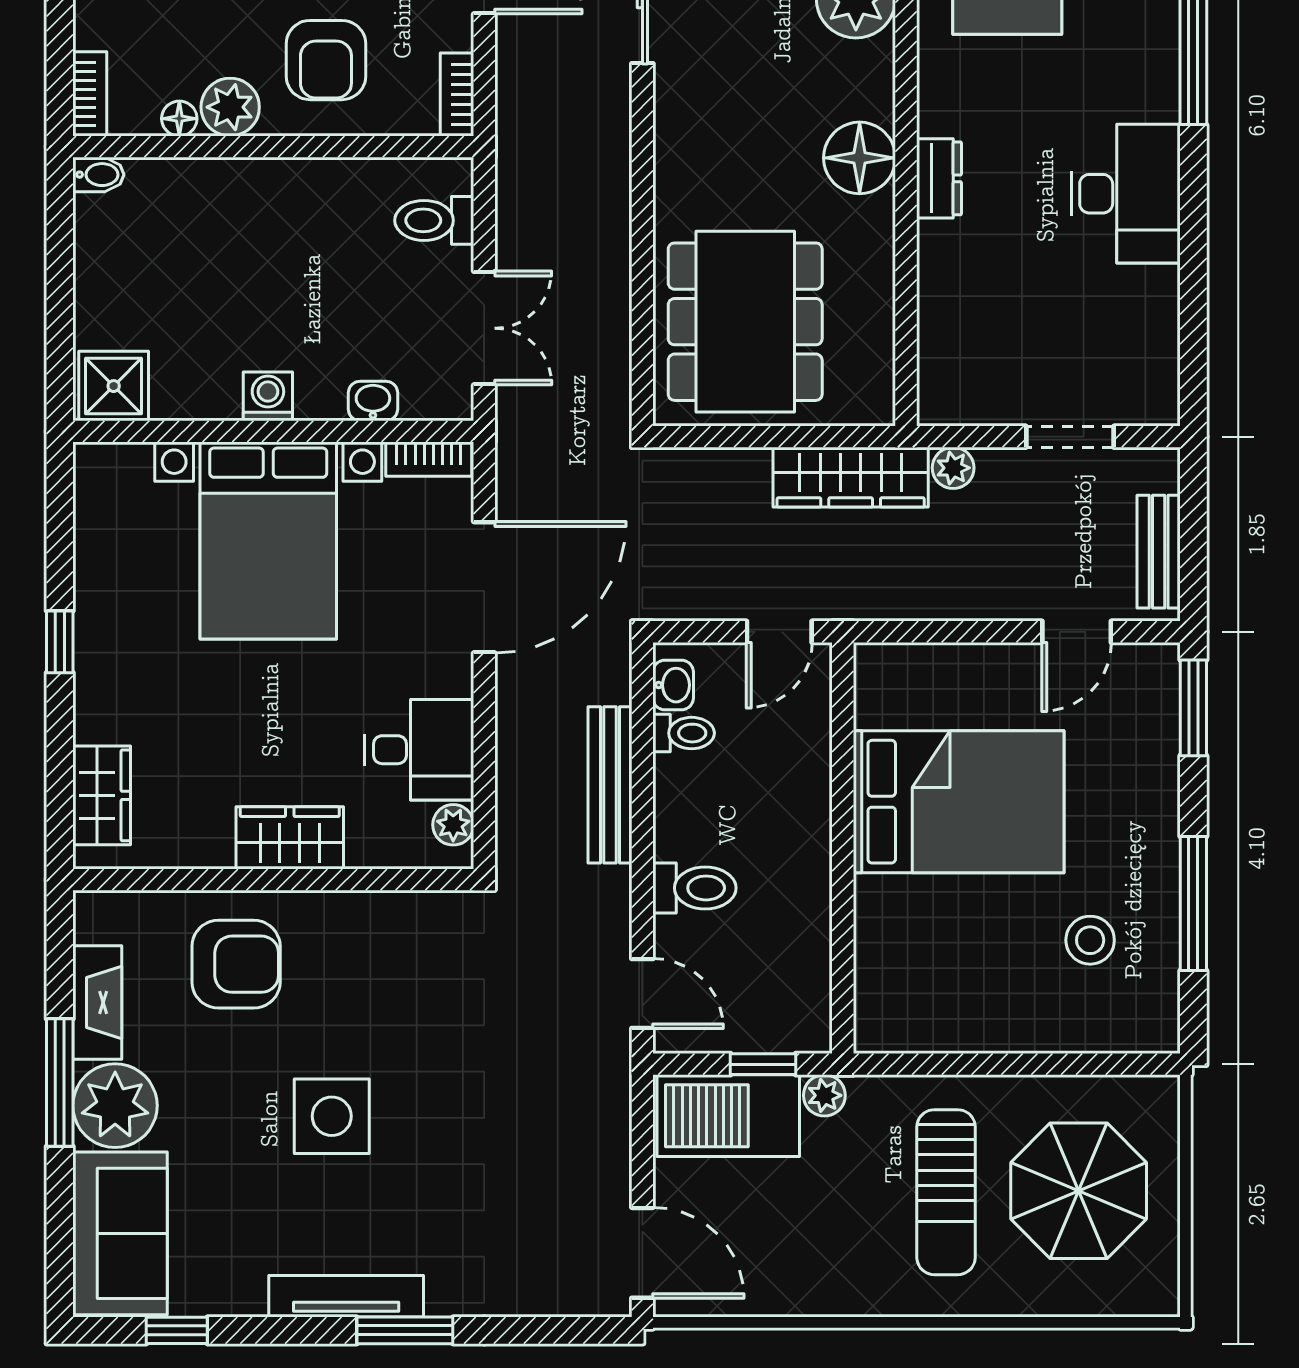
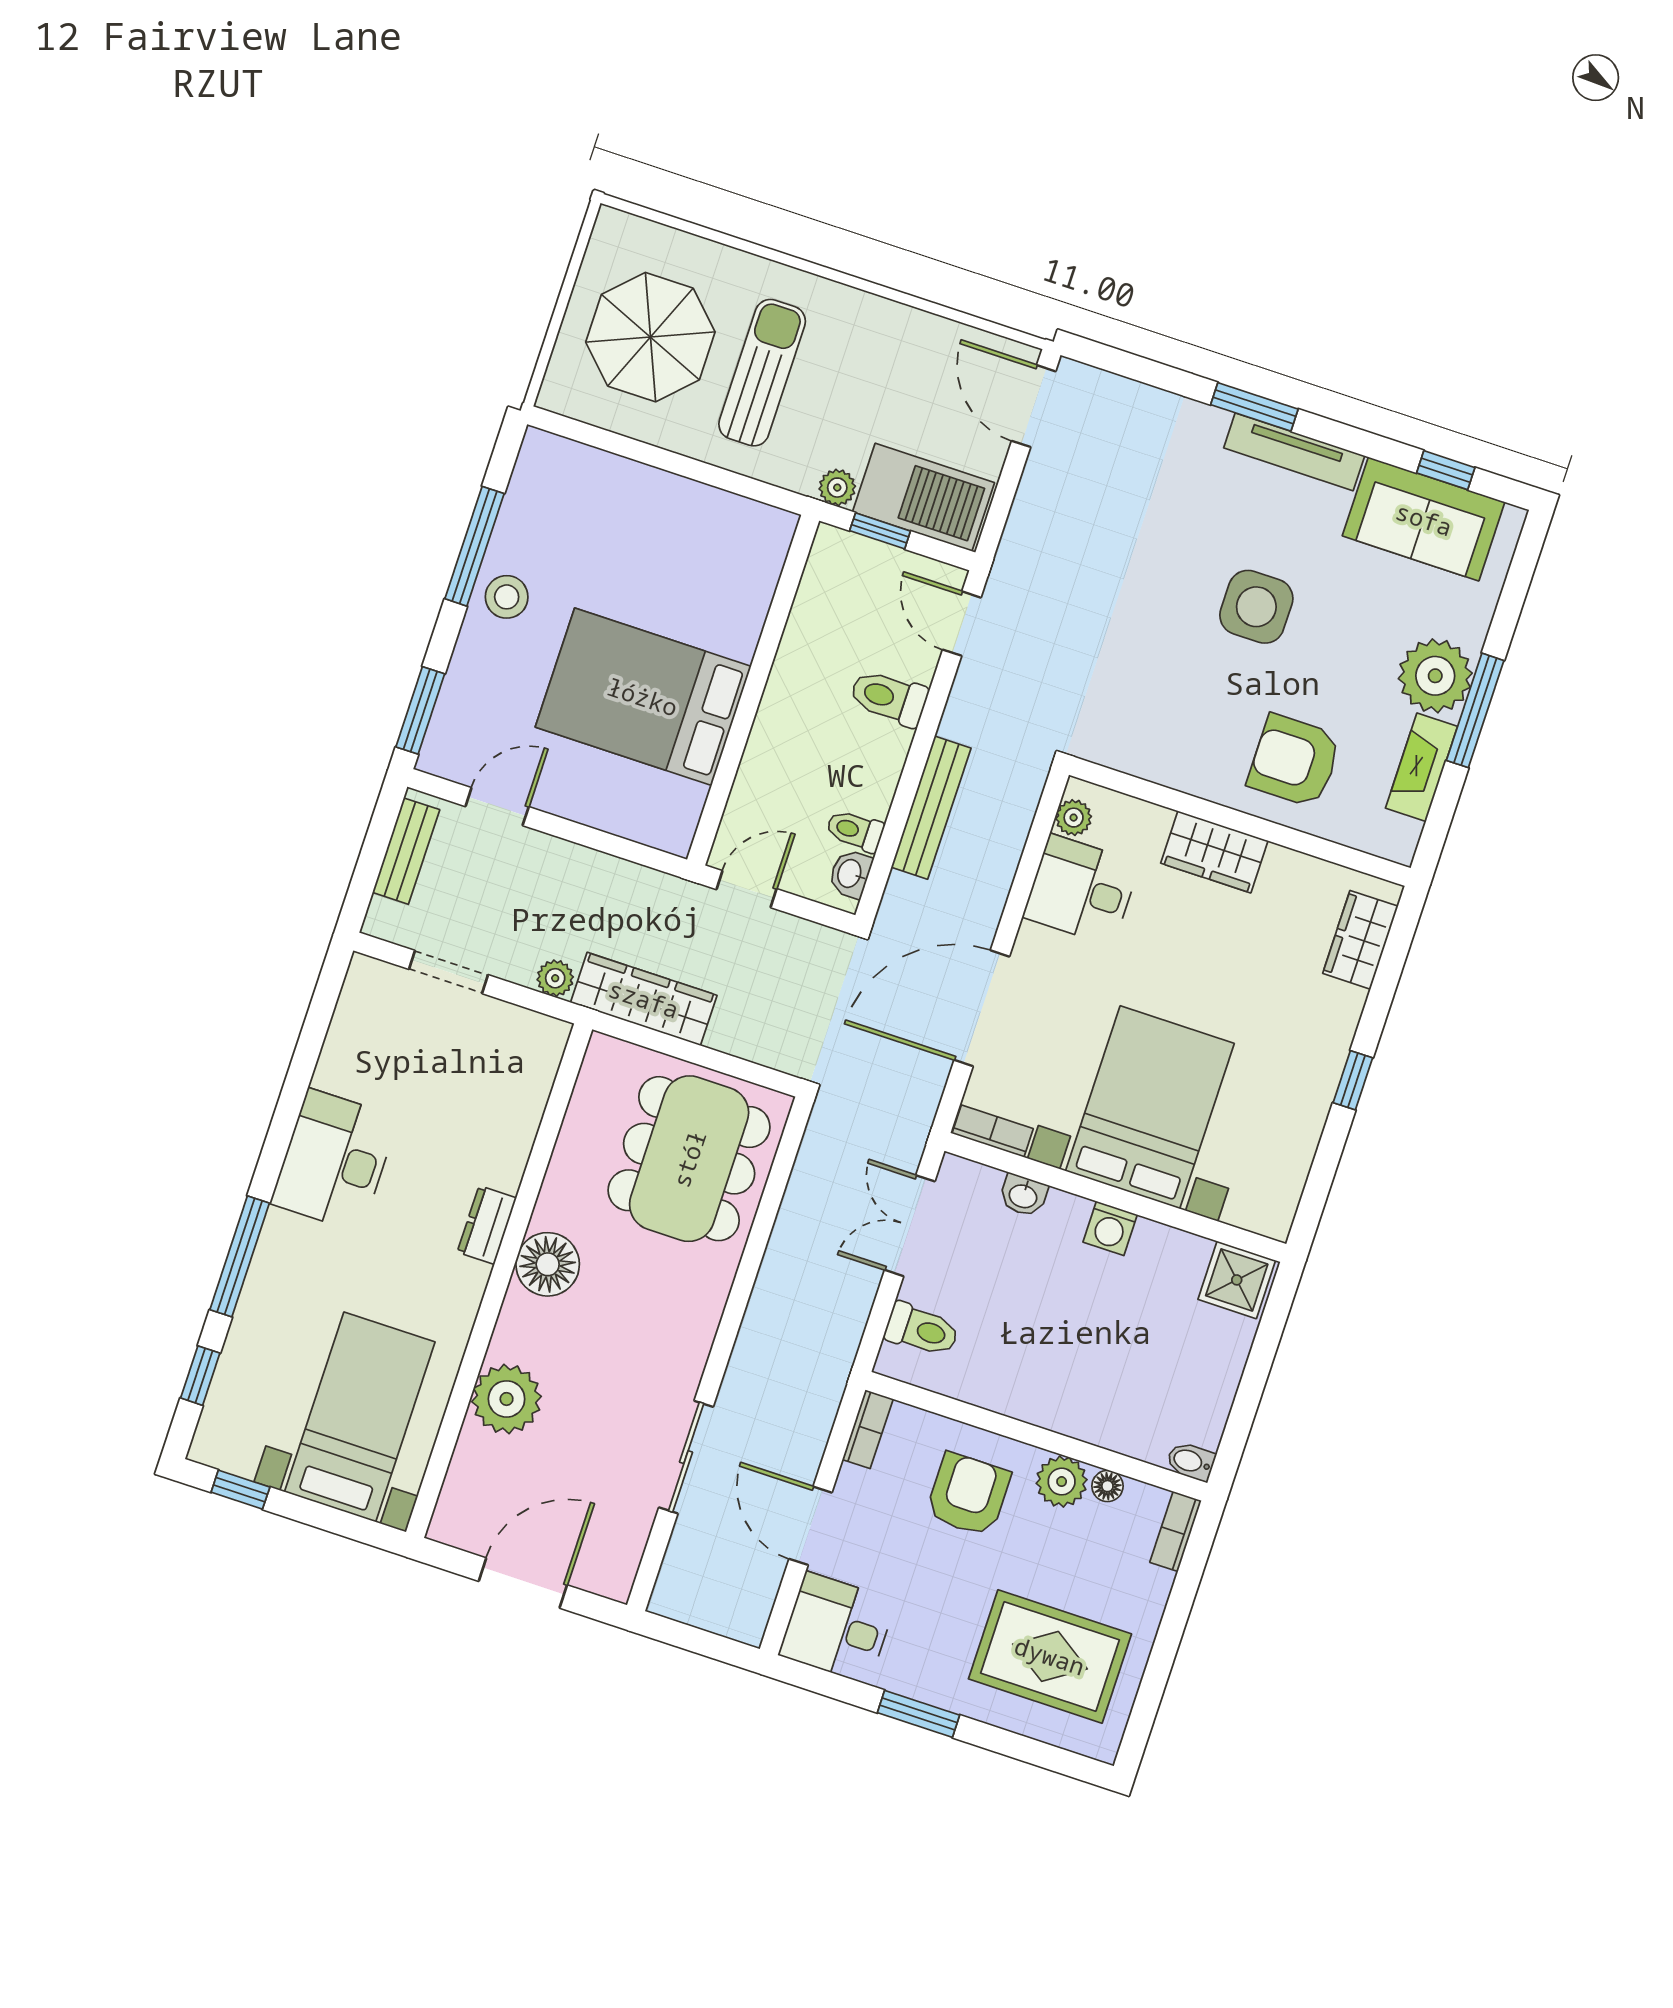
stool: (1090, 940) -> (507, 597), moved
sofa: (120, 1233) -> (1424, 519), moved, turned -90

